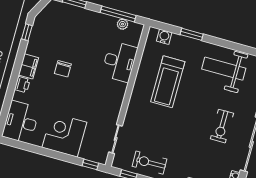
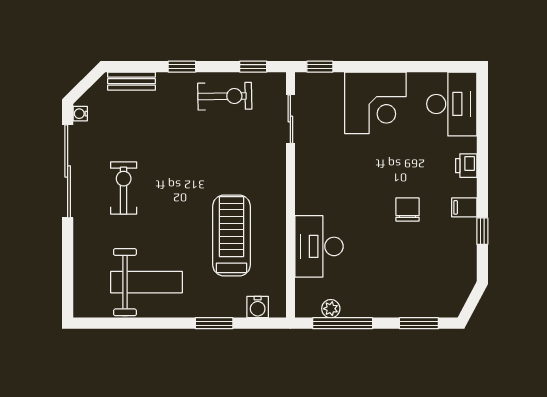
window: (27, 32) -> (482, 231), moved
filing cabinet: (29, 66) -> (464, 207), width x0.50

